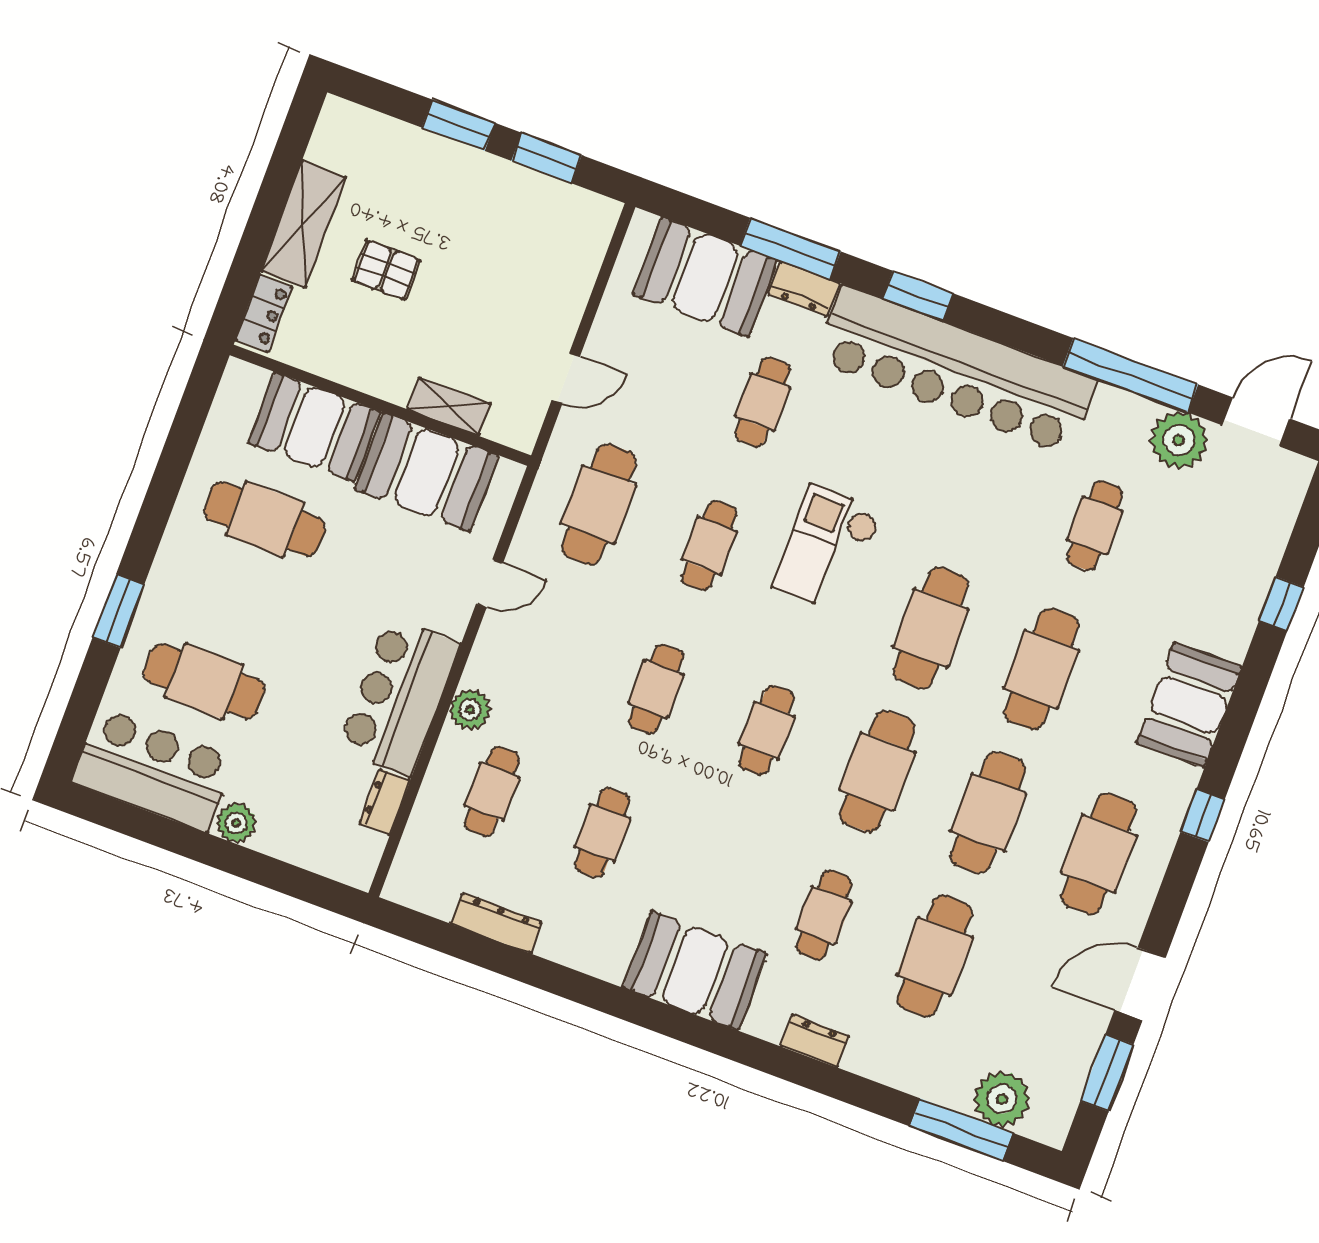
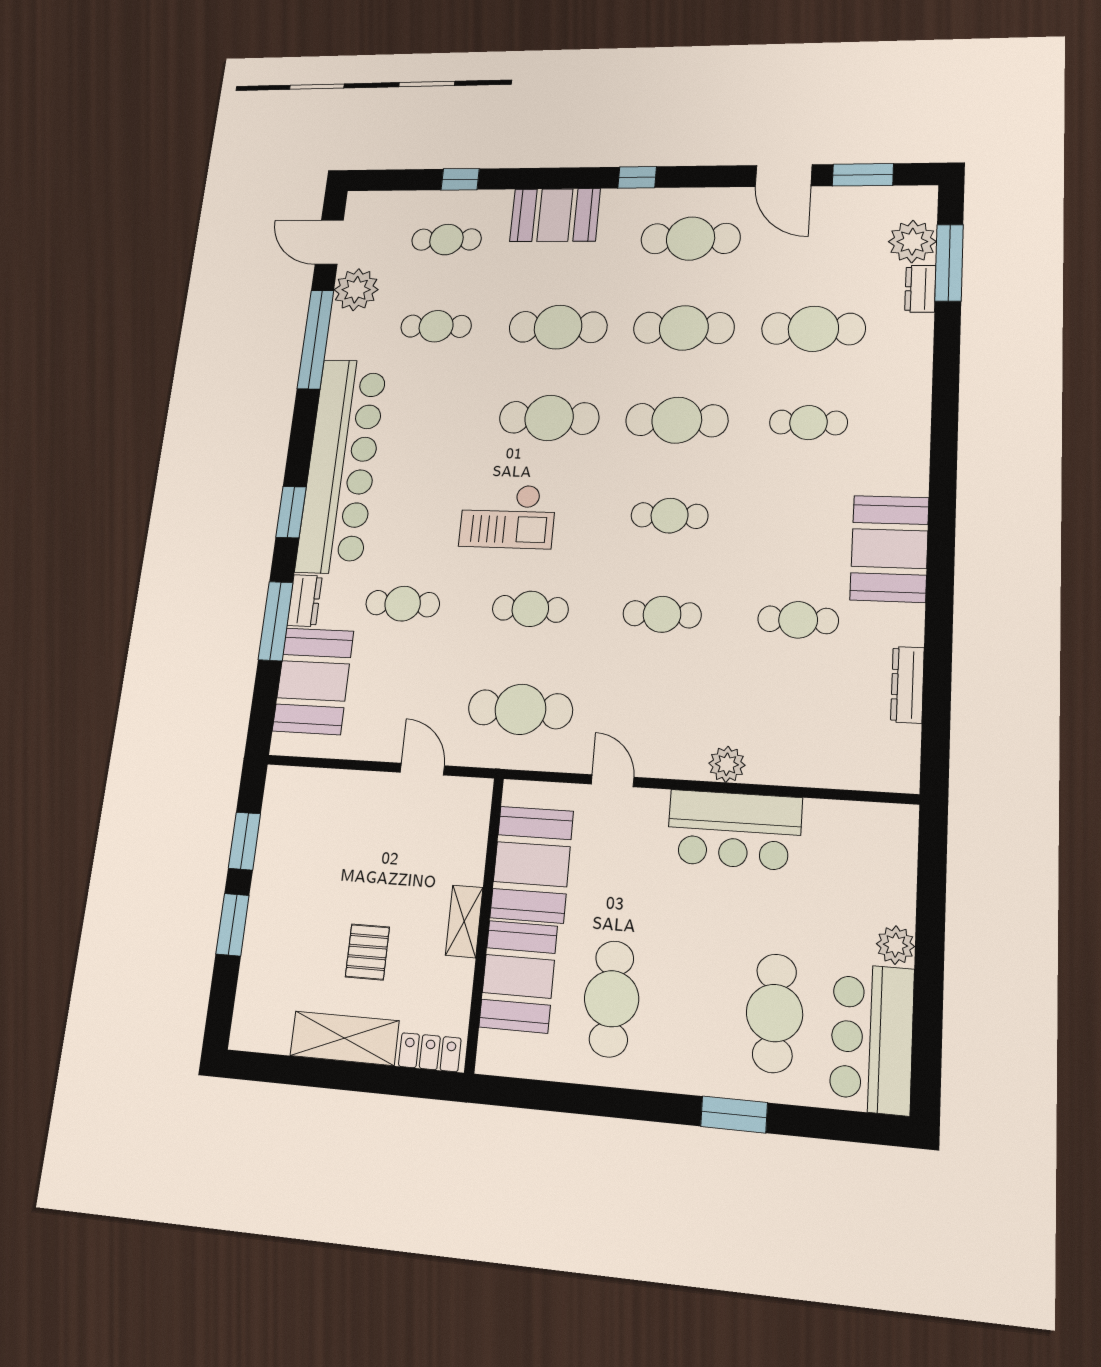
shelving: (449, 407) -> (464, 921), moved
cafe table: (492, 792) -> (446, 240), moved
dresser: (385, 802) -> (832, 815), removed
booth: (695, 971) -> (889, 549), moved
dresser: (815, 1041) -> (920, 289), moved

